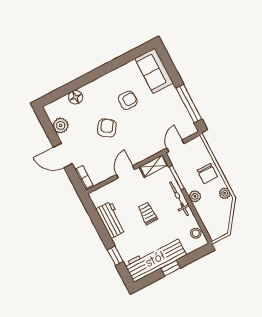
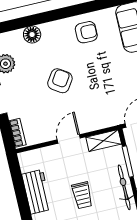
armchair: (128, 100) -> (86, 32), moved
trolley: (148, 213) -> (82, 195), turned 180

